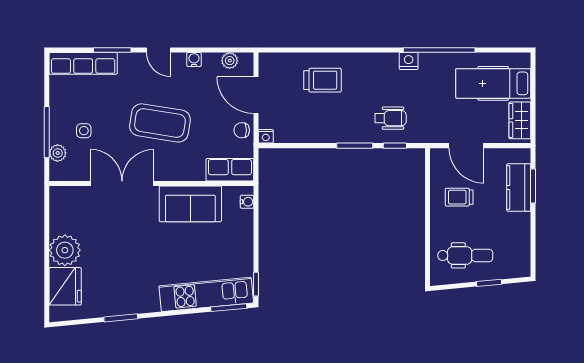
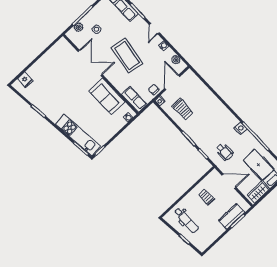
trolley: (323, 80) -> (183, 109), moved
wheelchair: (390, 118) -> (225, 152), moved
door: (466, 146) -> (229, 181), swing flipped
plant: (65, 250) -> (44, 65), removed
fridge: (65, 286) -> (25, 80), width x0.53, depth x0.75

